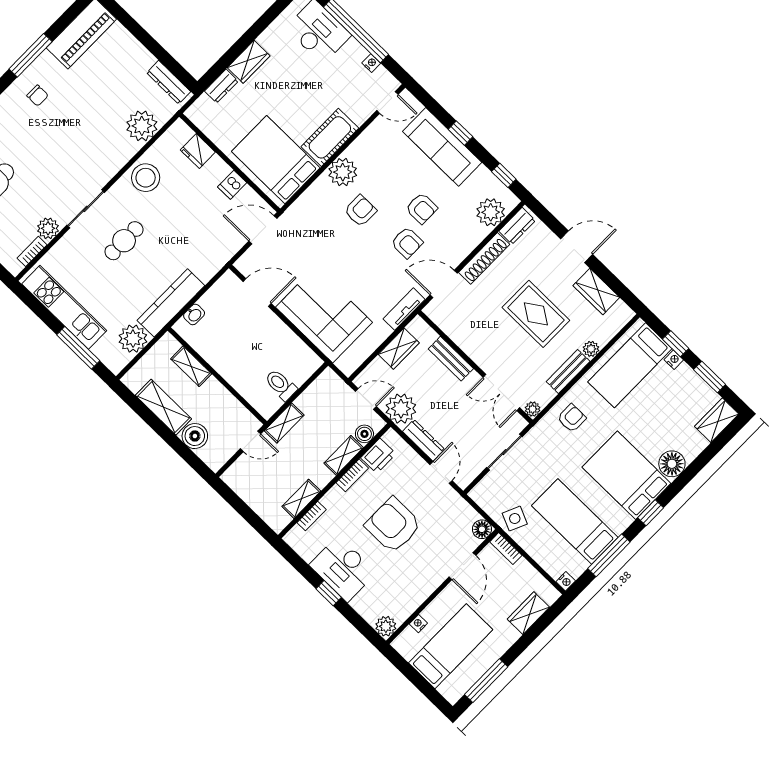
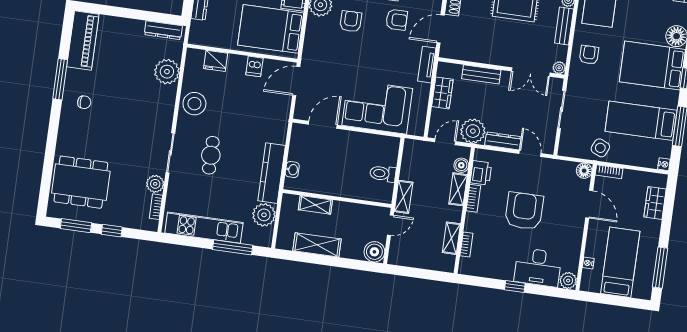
boiler: (195, 436) -> (374, 252), moved
armchair: (393, 525) -> (524, 211), turned 90
desk: (343, 569) -> (538, 267), moved

